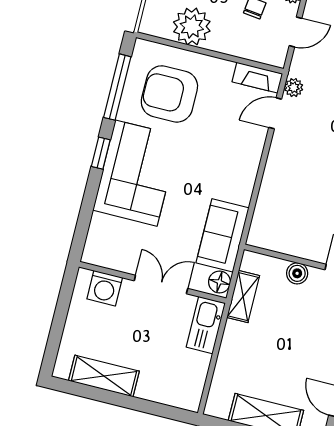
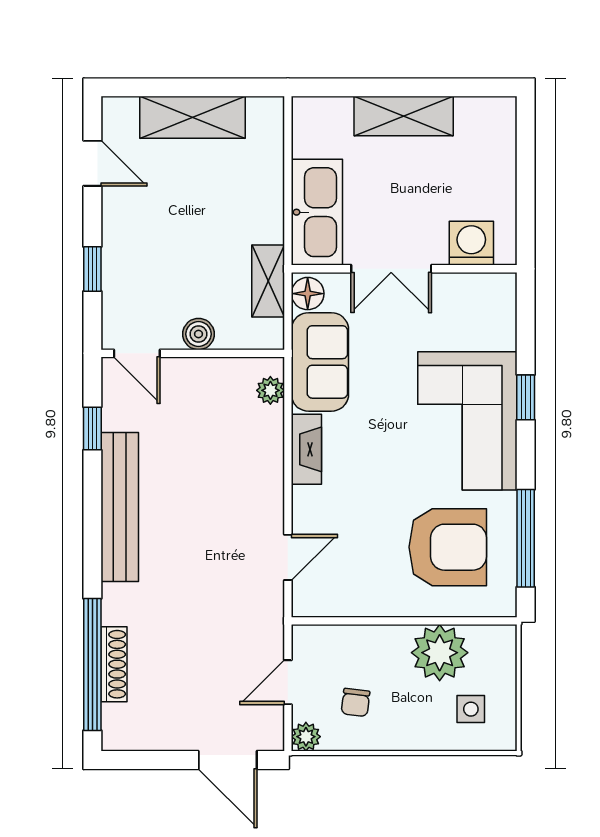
fireplace: (257, 78) -> (306, 449), moved, turned 90
plant: (294, 88) -> (270, 390), moved
window: (101, 153) -> (526, 397), moved
kitchen sink: (206, 325) -> (317, 212), width x1.36, depth x1.24
shelving: (104, 376) -> (404, 116), moved

